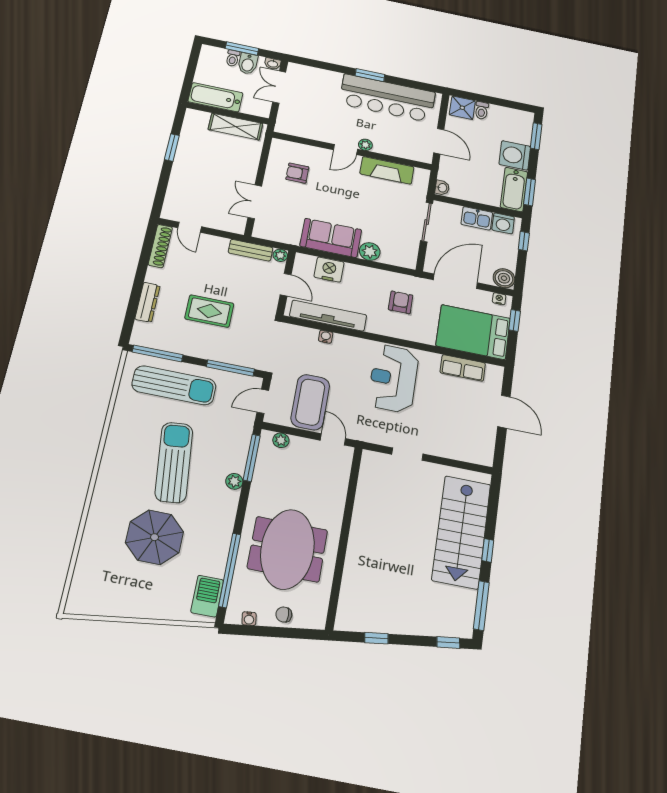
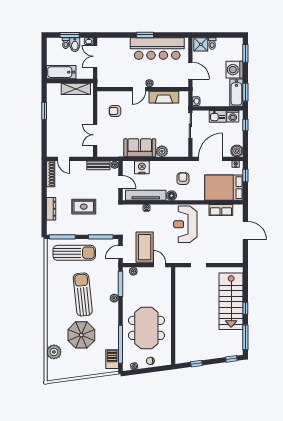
floor lamp: (375, 326) -> (172, 196), added
plant: (92, 559) -> (54, 352), added

